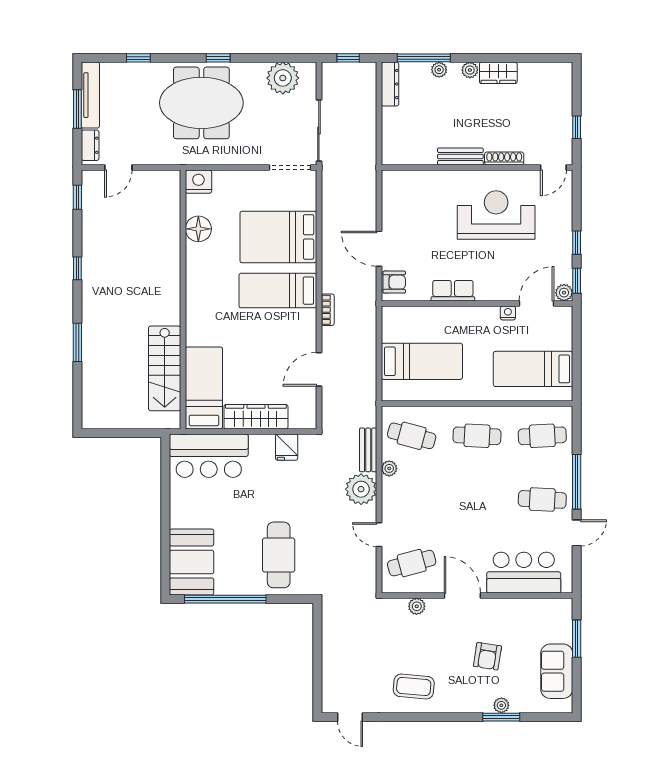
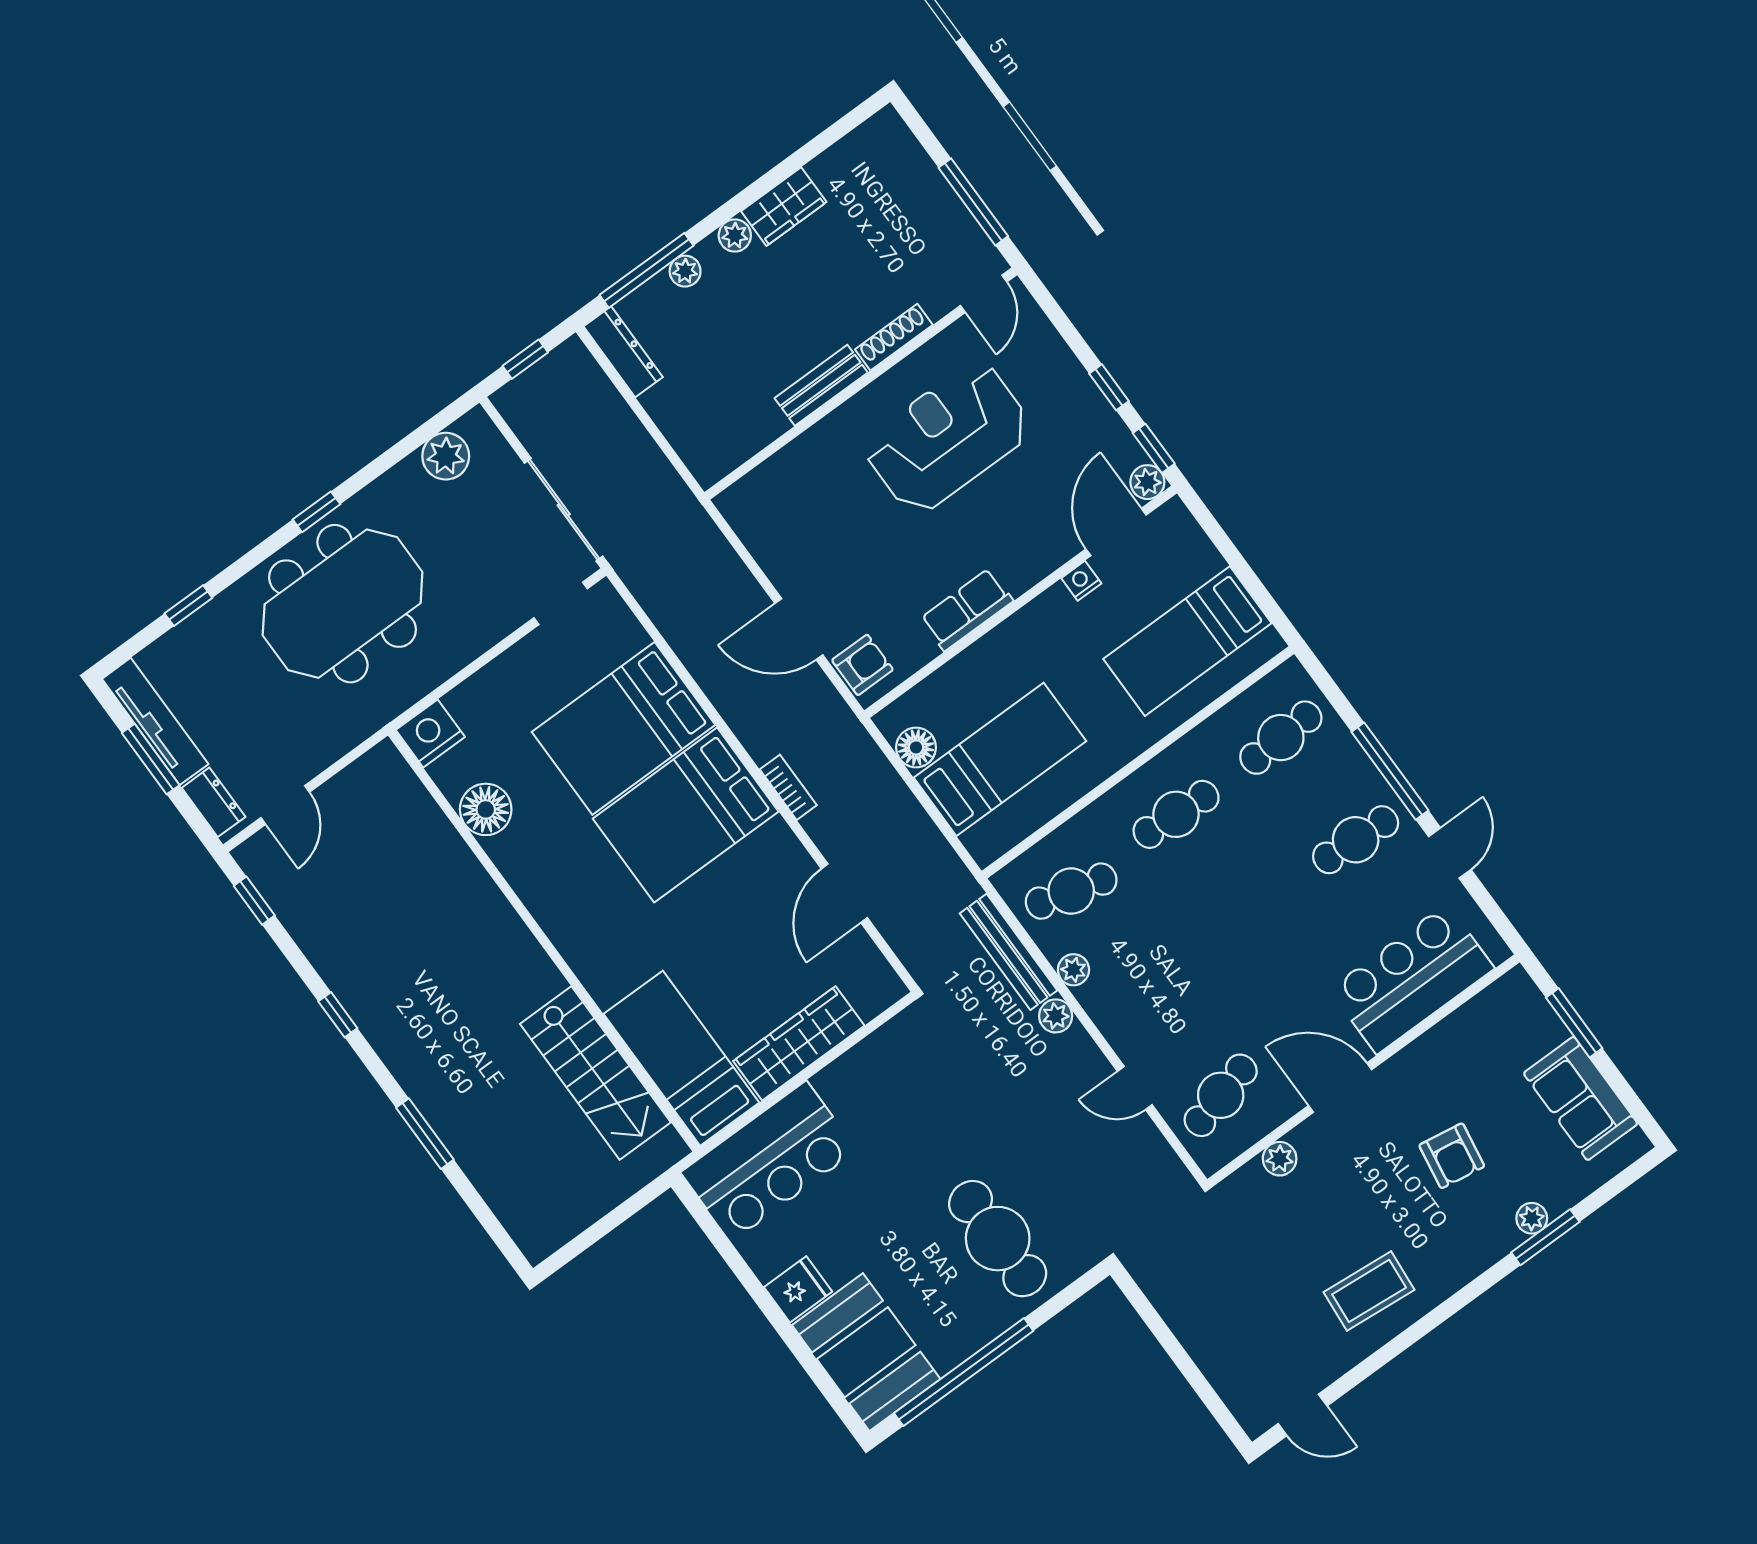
plant: (283, 78) -> (446, 456), width x0.73, depth x0.73
window: (577, 127) -> (973, 202), width x2.17
doorway: (290, 168) -> (561, 603), width x0.73
bed: (278, 291) -> (686, 815), width x1.50
floor lamp: (391, 332) -> (916, 747), added
fridge: (287, 447) -> (798, 1289), moved, turned -90
bench: (368, 450) -> (1008, 952), width x1.36
plant: (361, 489) -> (1056, 1016), width x0.53, depth x0.53

